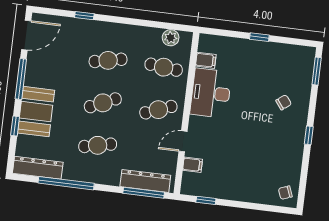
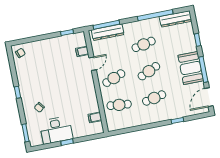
plant: (171, 38) -> (121, 124), removed
desk: (211, 93) -> (56, 130), moved, turned 90
booth: (36, 112) -> (191, 68), moved

